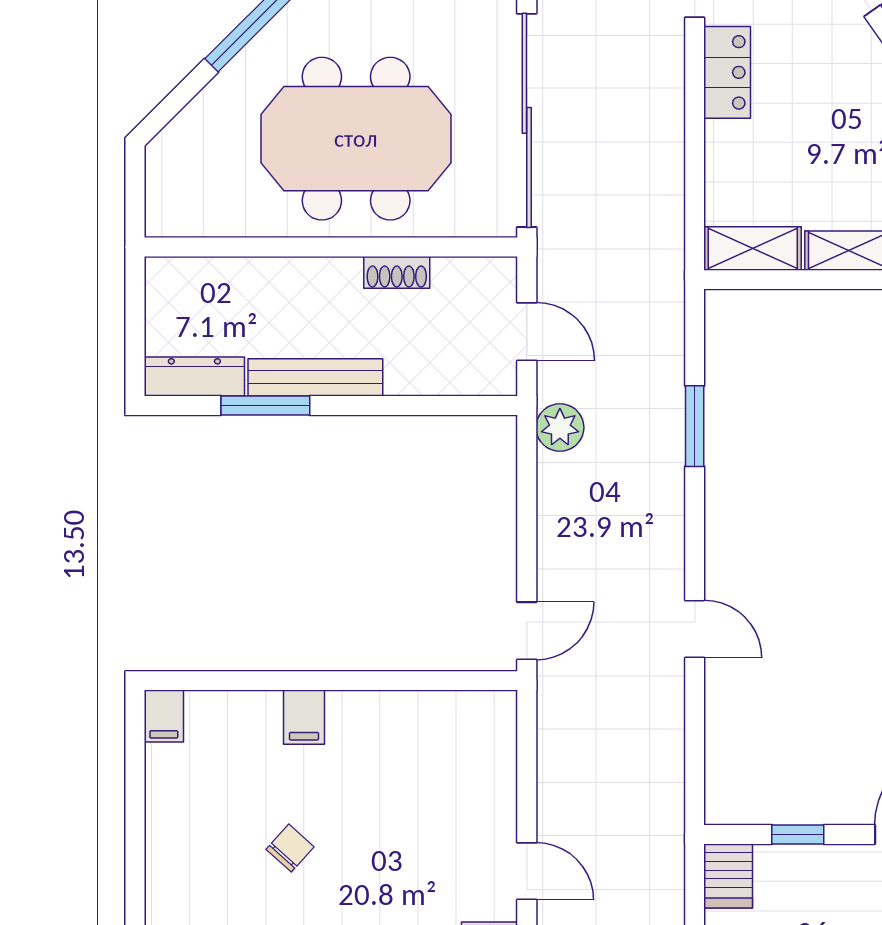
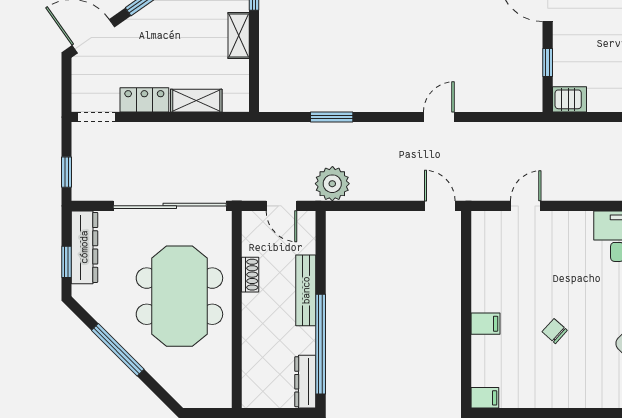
shelving: (753, 248) -> (196, 101), moved, turned 90
door: (527, 332) -> (281, 206), swing flipped
bench: (315, 377) -> (306, 290), moved
window: (265, 406) -> (321, 344), width x2.11
plant: (560, 428) -> (332, 184), width x1.36, depth x1.36
door: (527, 871) -> (526, 206), moved

